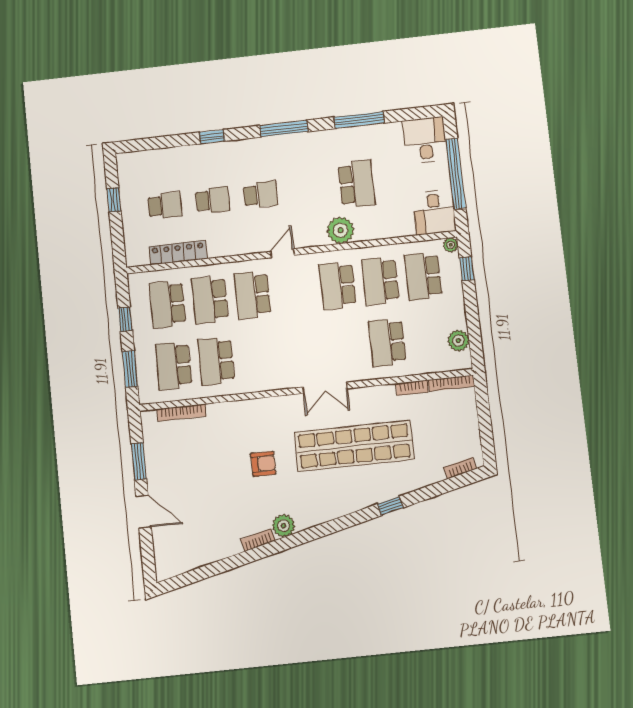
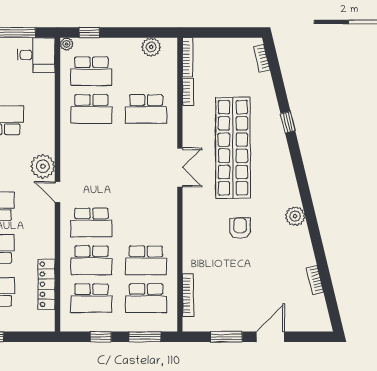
plant: (341, 230) -> (43, 166), moved
school desk: (338, 286) -> (91, 147), removed
bookcase: (258, 540) -> (315, 280), moved

